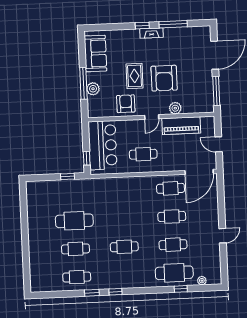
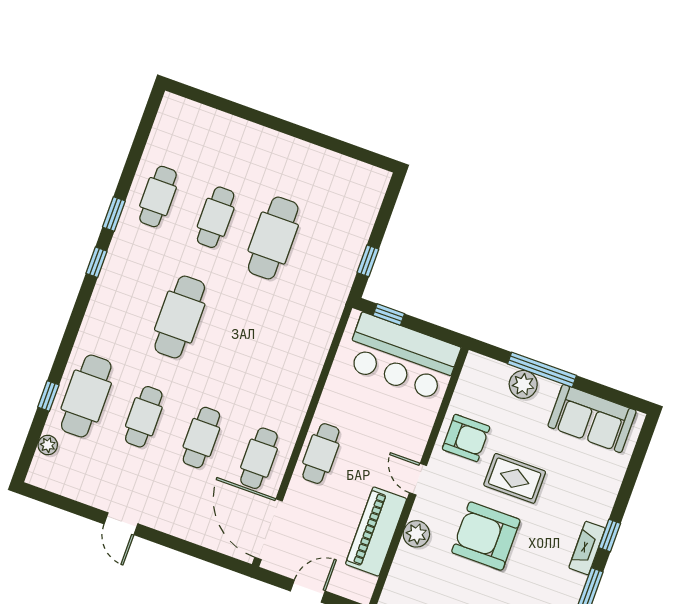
cafe table: (143, 154) -> (321, 454), moved
cafe table: (124, 247) -> (180, 317), width x1.37, depth x1.35

